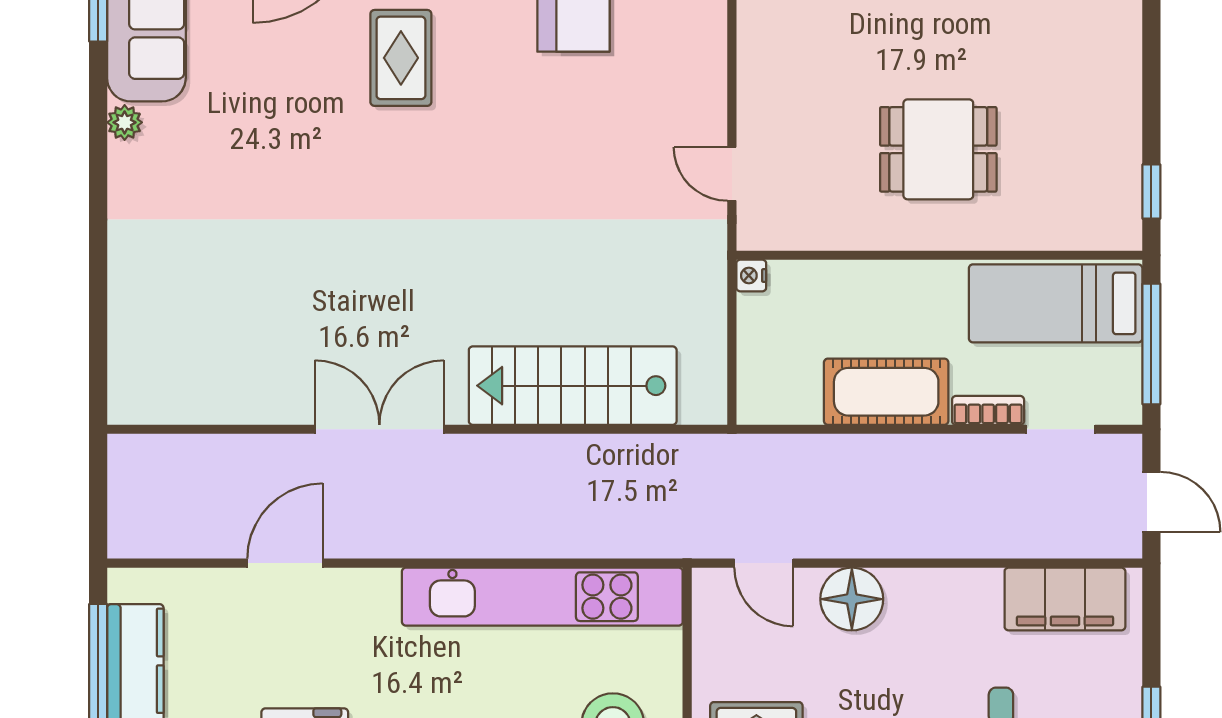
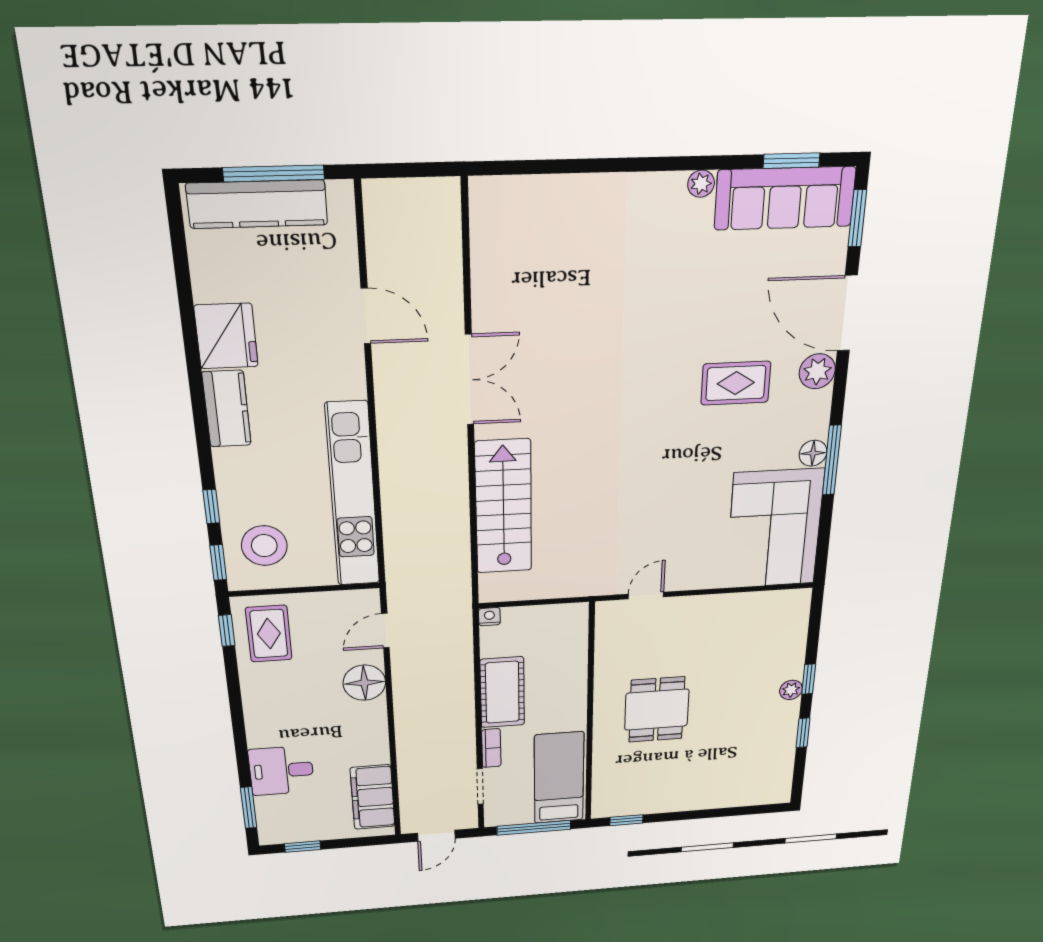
nightstand: (751, 276) -> (489, 617), moved

